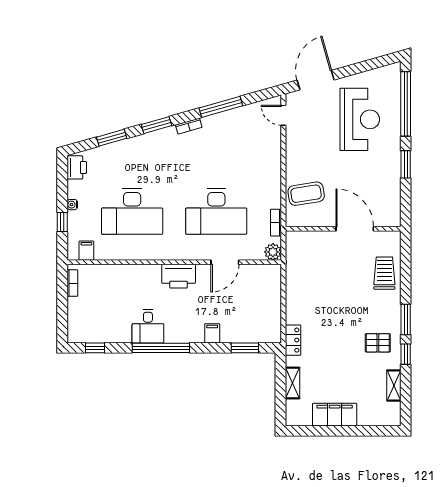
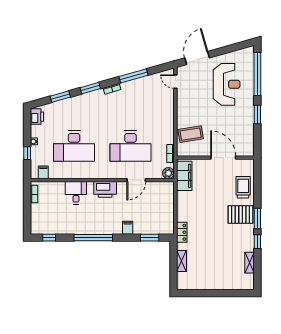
desk: (148, 326) -> (76, 193), moved, turned 180
pallet: (378, 343) -> (241, 215), moved, width x1.50, depth x1.42
filing cabinet: (335, 415) -> (184, 176), moved, turned 90

